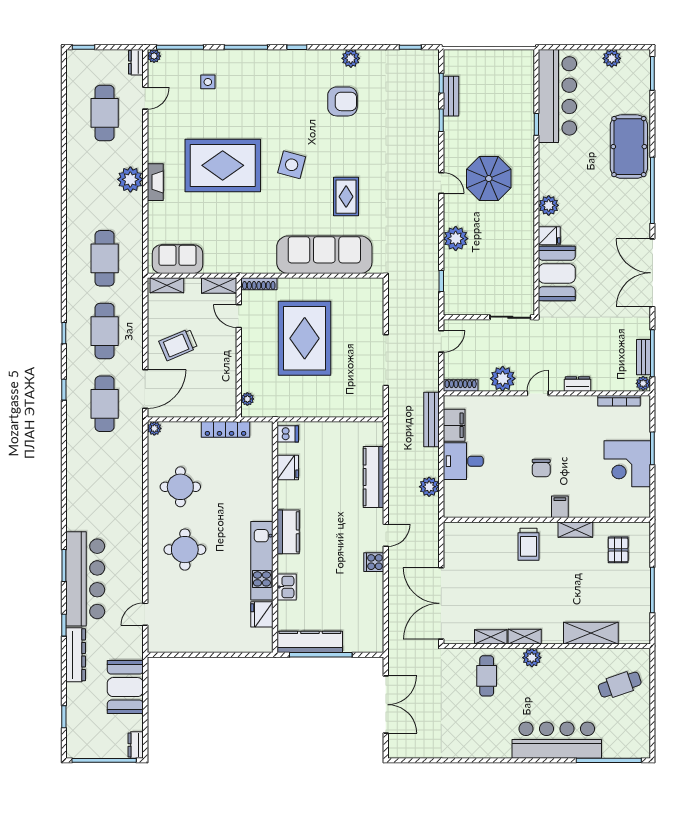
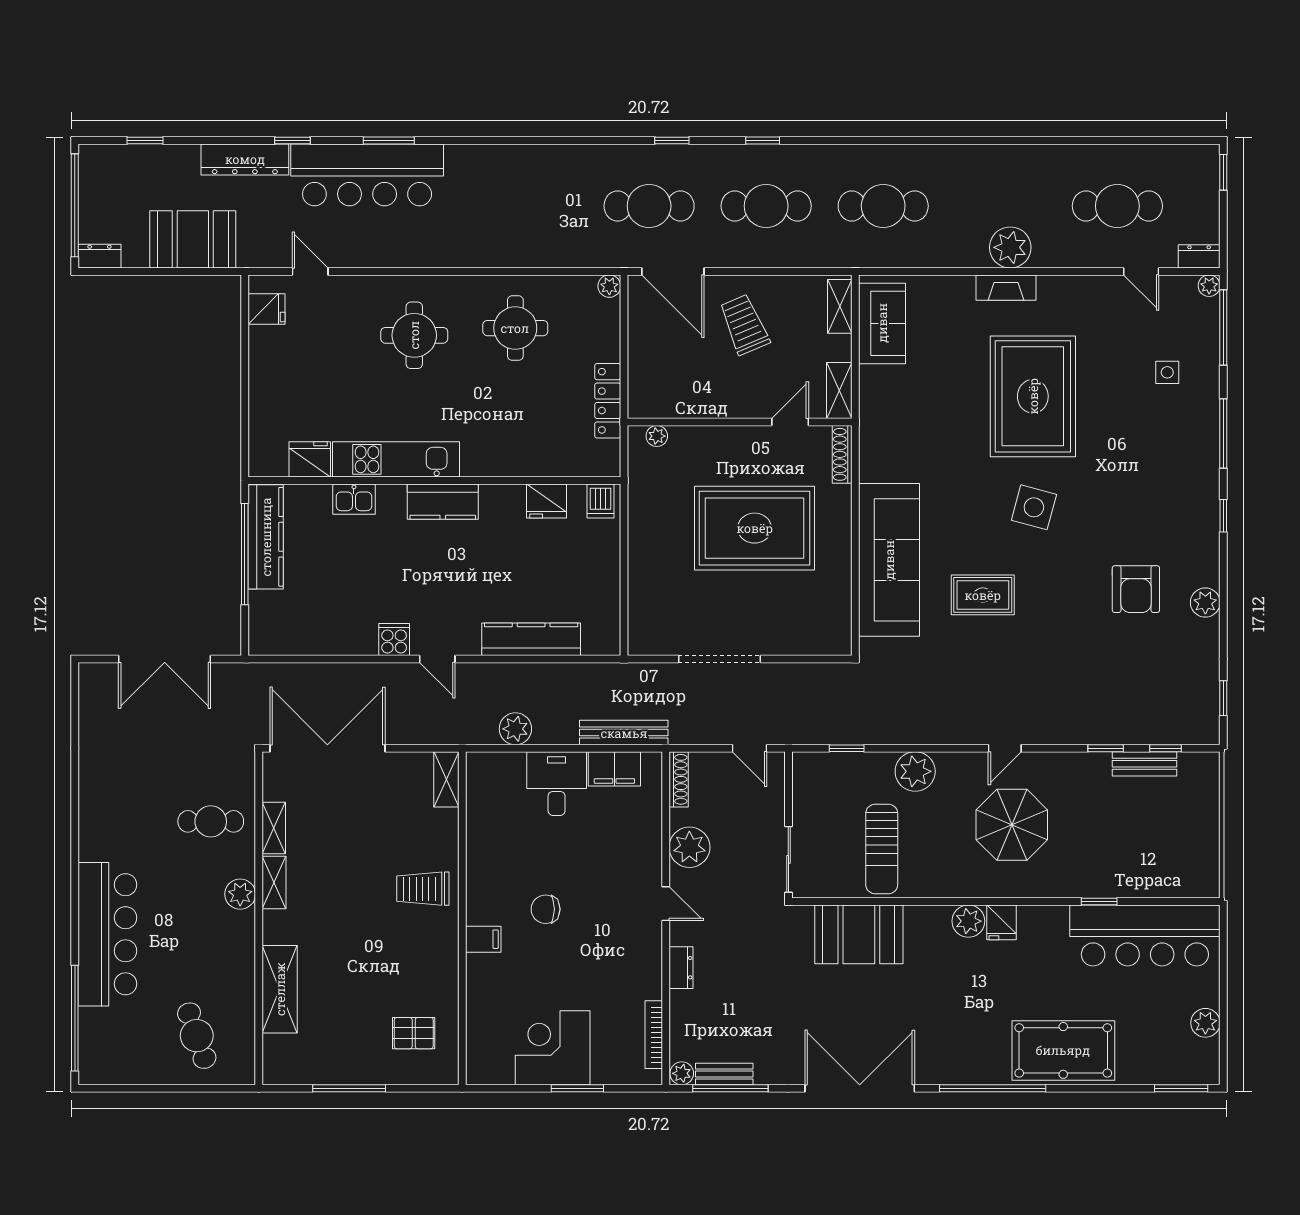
fridge: (549, 236) -> (1002, 922), moved
sun lounger: (504, 259) -> (882, 849), added
shelving: (575, 530) -> (446, 779), moved
fridge: (168, 641) -> (267, 309), added

